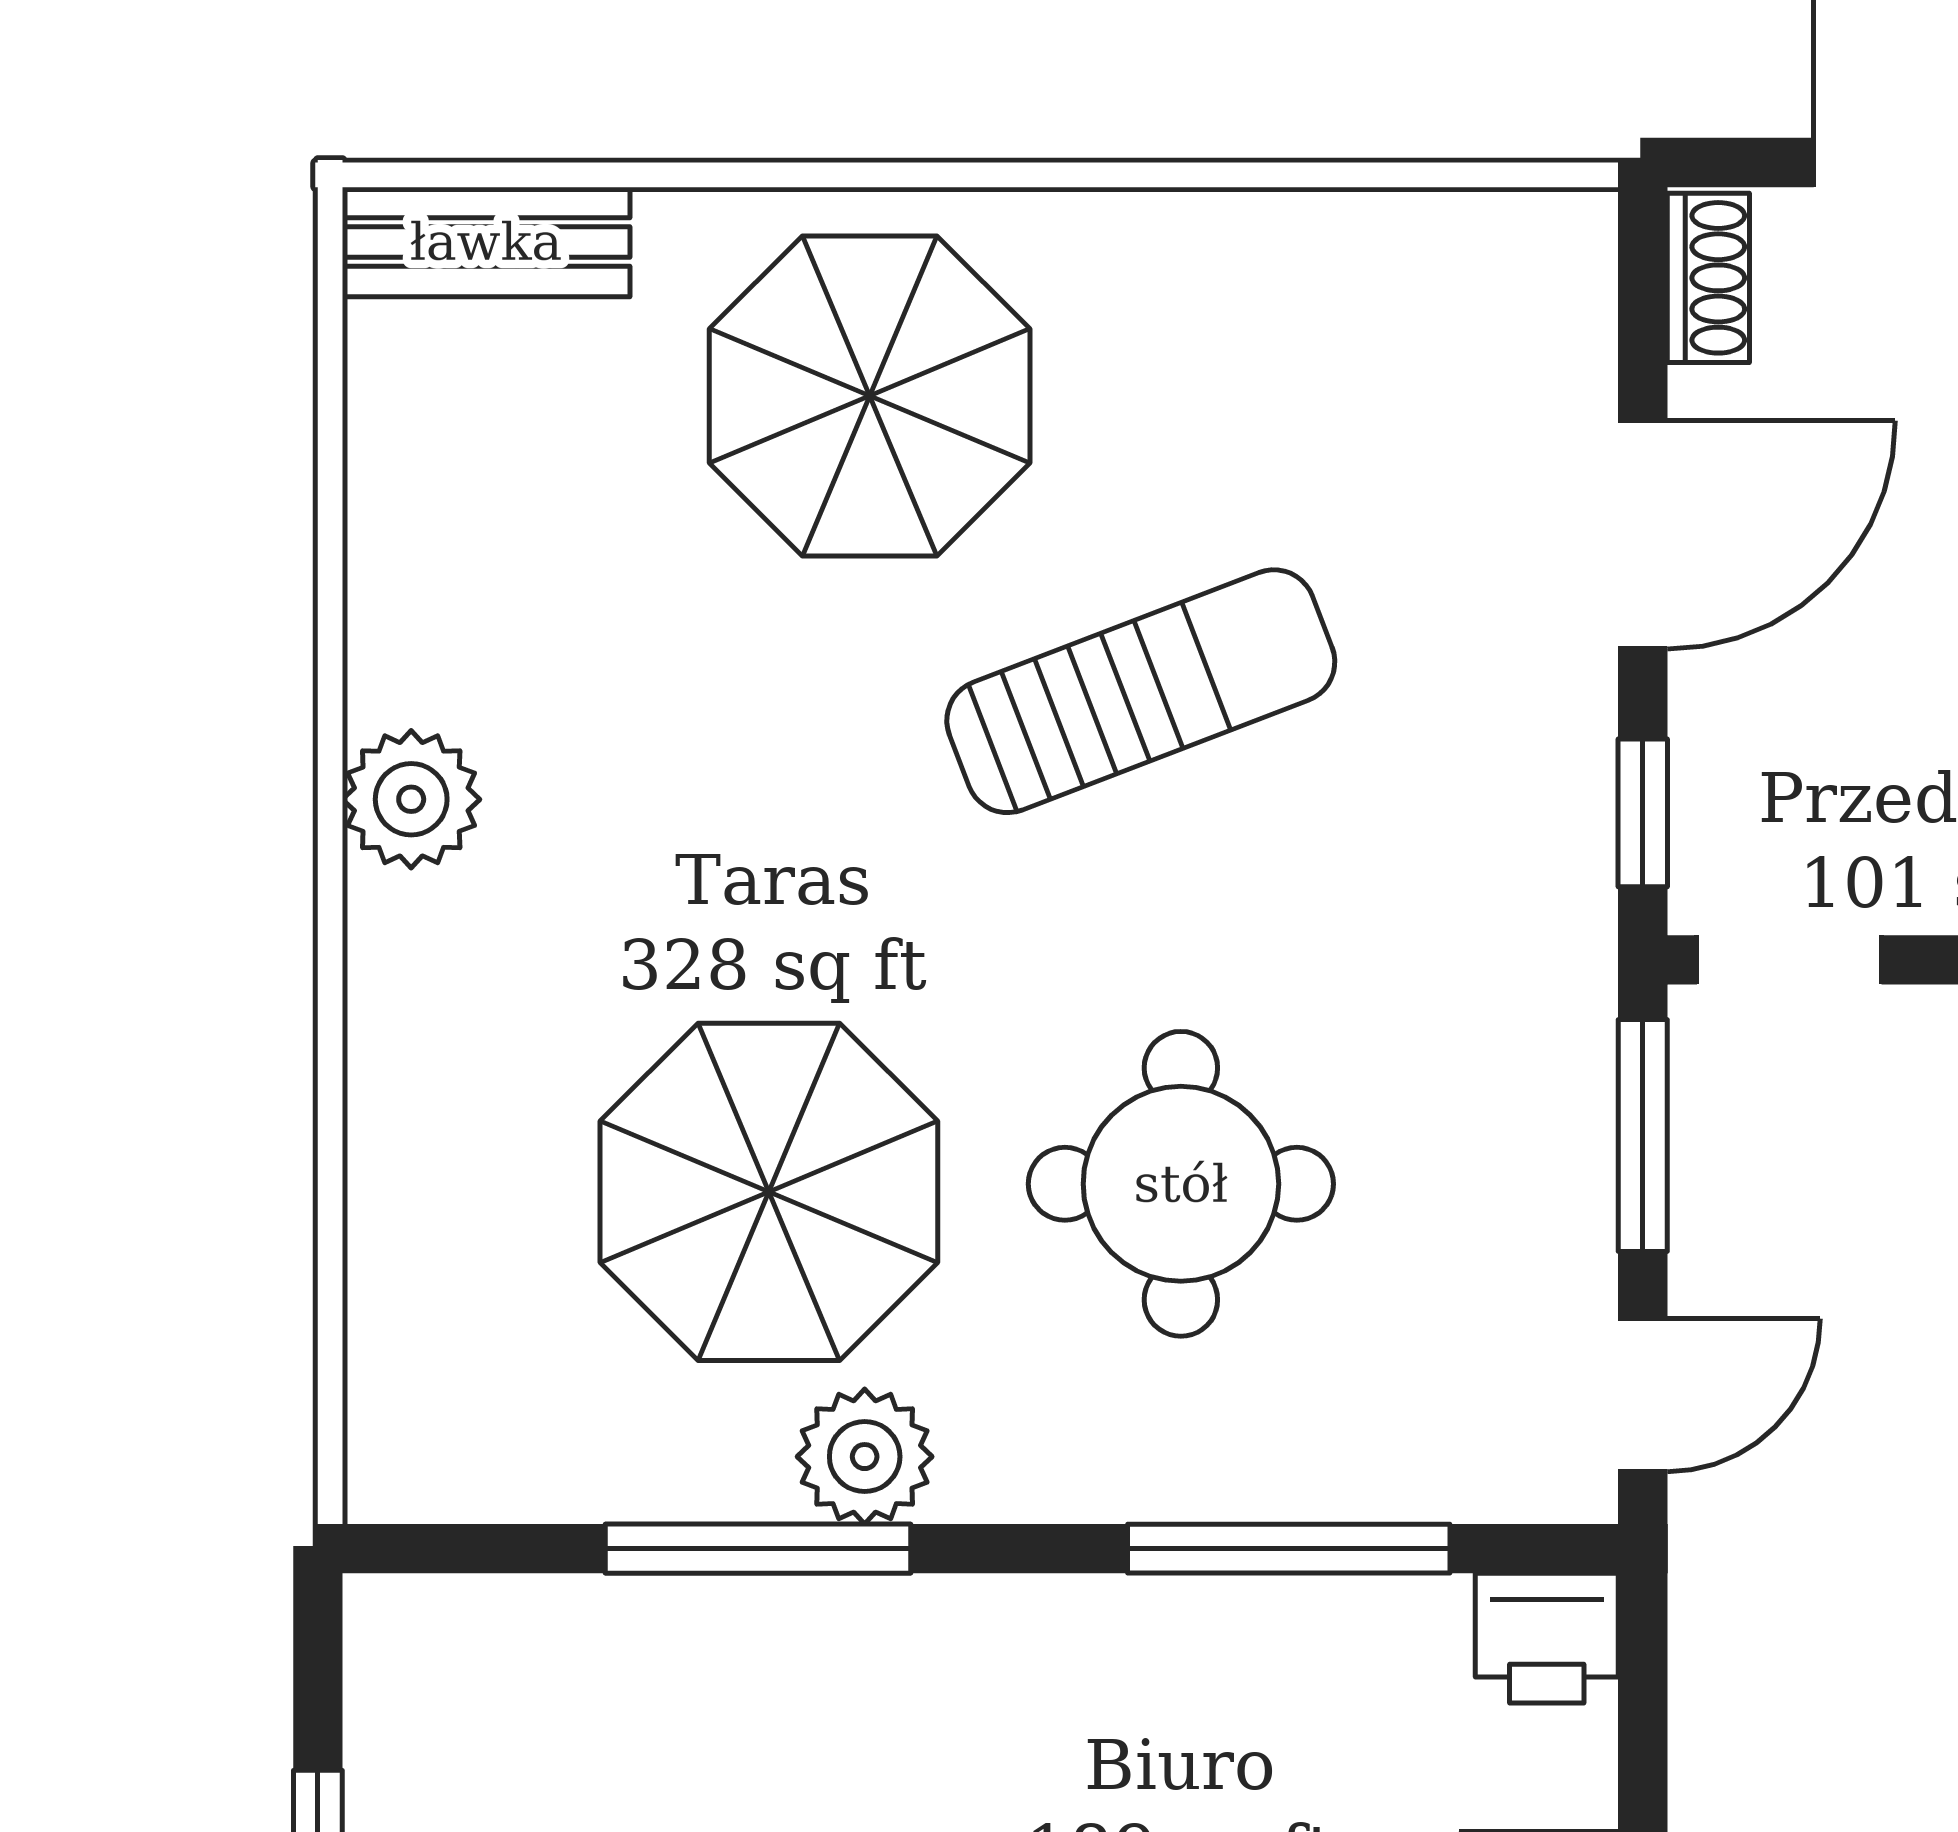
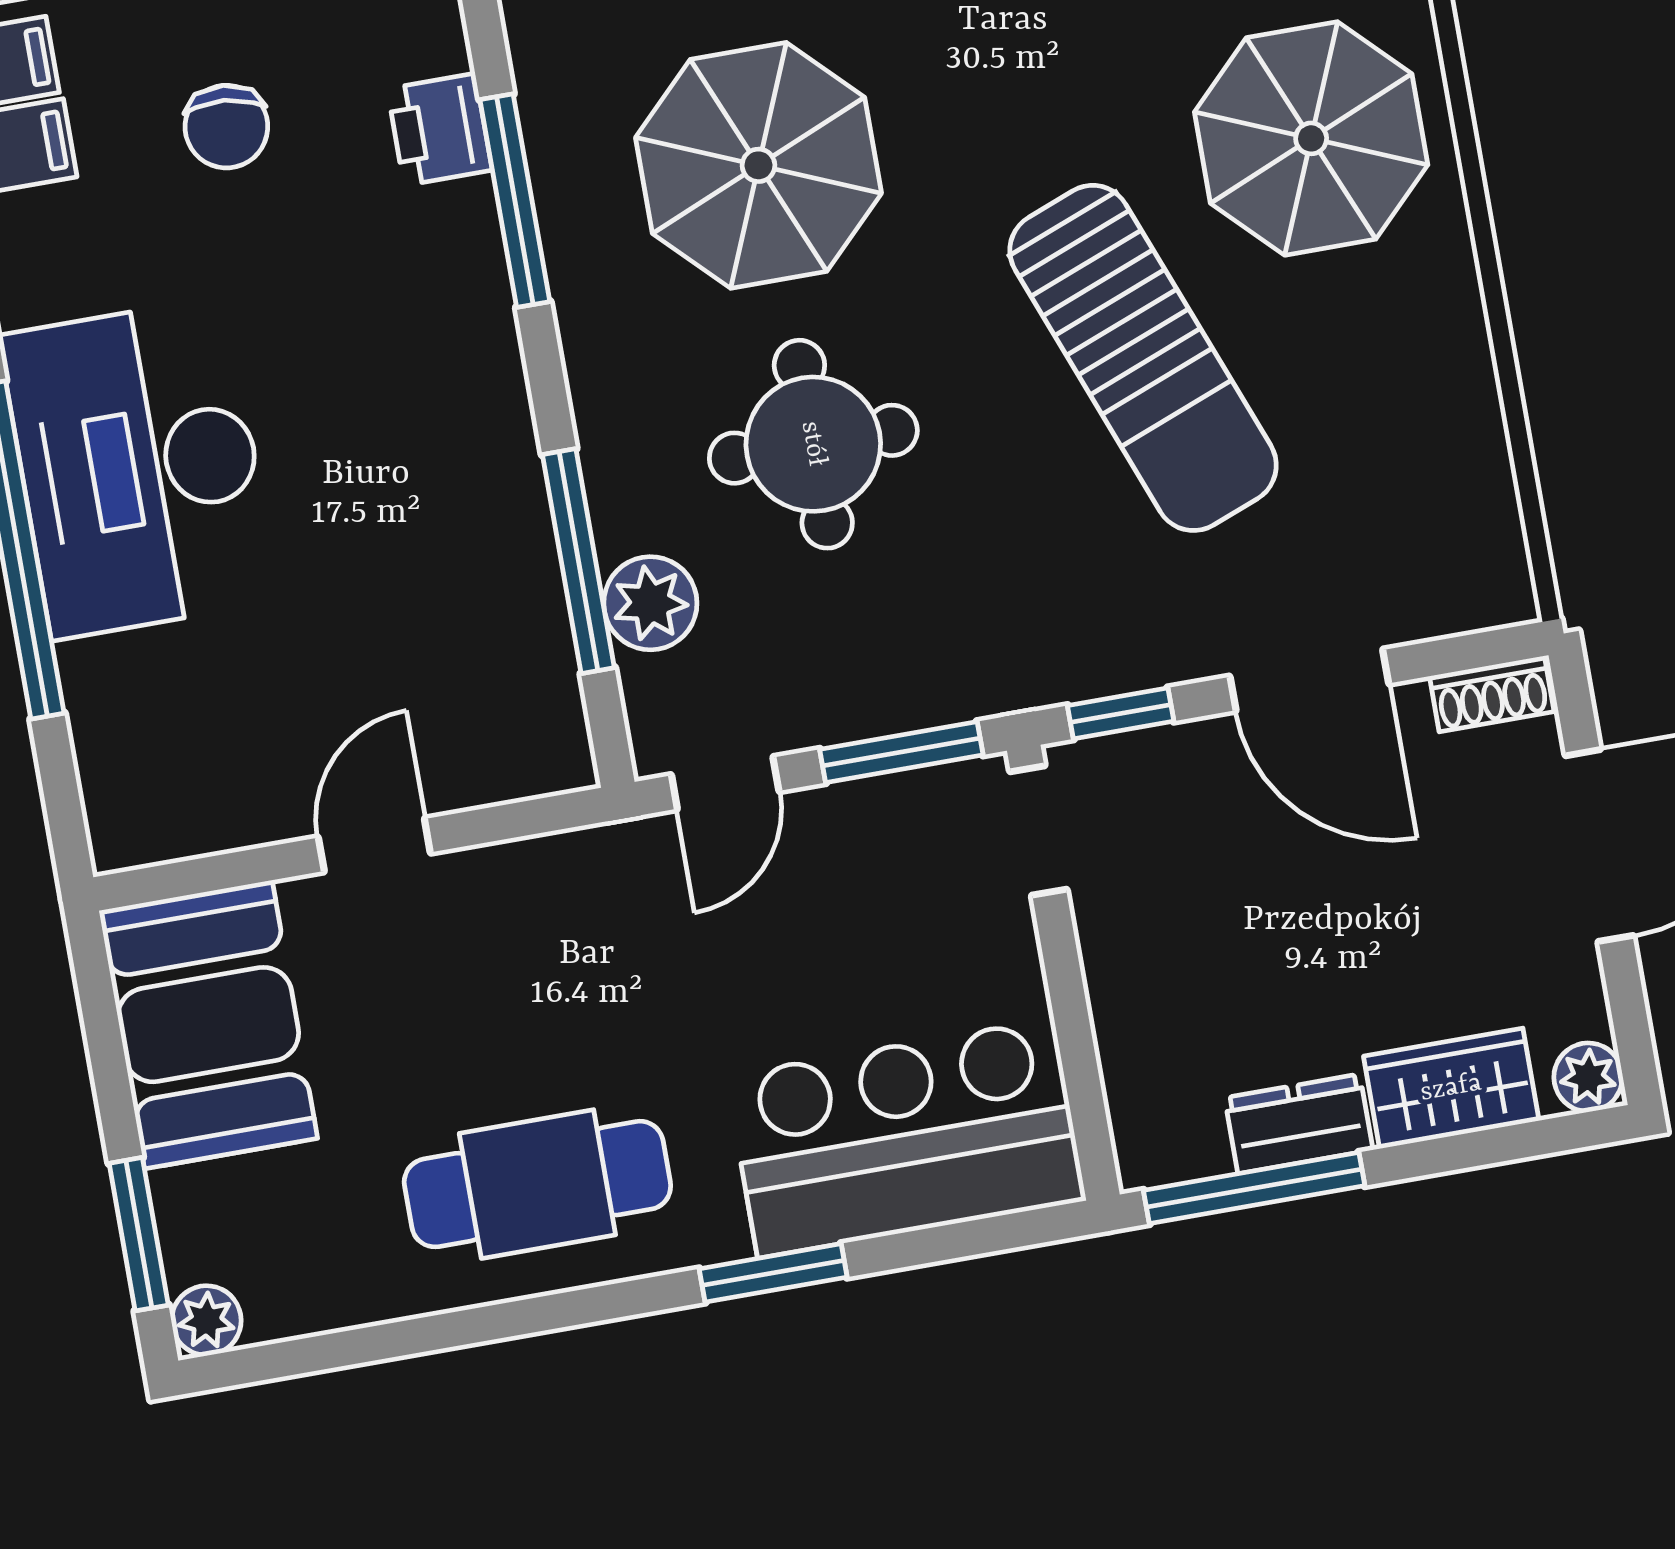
sun lounger: (1141, 691) -> (1143, 358), width x1.36, depth x1.34
door: (1643, 1395) -> (725, 783), hinge flipped
plant: (865, 1457) -> (650, 603), moved
printer: (1547, 1638) -> (440, 129), moved

